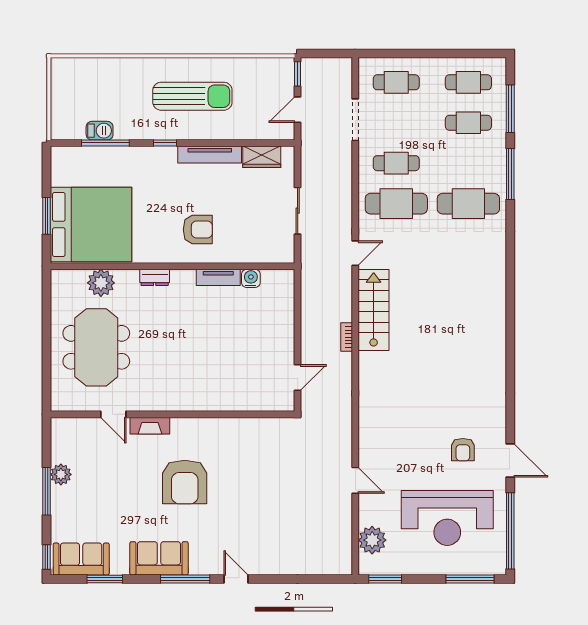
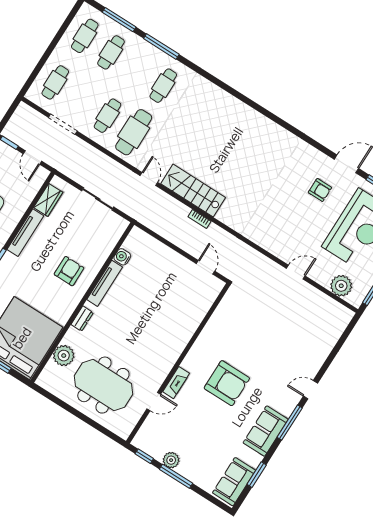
cafe table: (468, 204) -> (163, 86), width x0.73, depth x0.74
tv unit: (218, 277) -> (105, 283), width x1.41
window: (46, 557) -> (144, 456), moved

